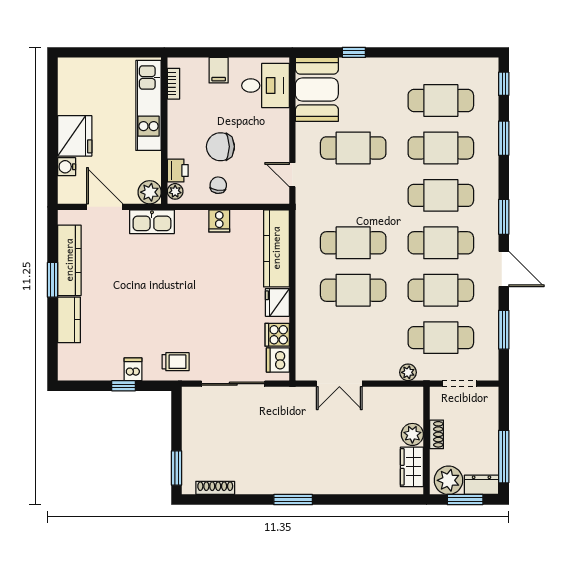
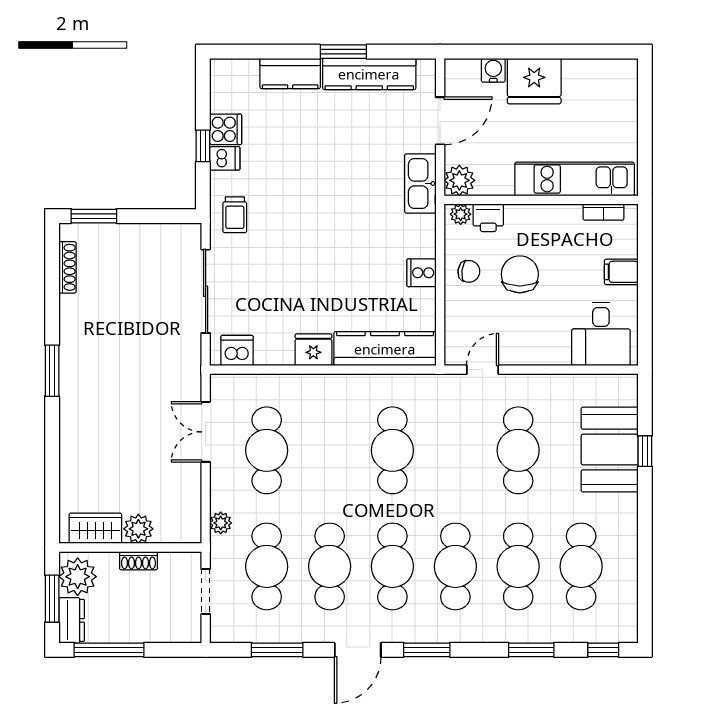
booth: (317, 89) -> (610, 450), moved, turned 90
cafe table: (353, 290) -> (267, 450), moved
cooker: (277, 335) -> (226, 129), moved, turned 90

